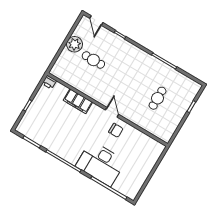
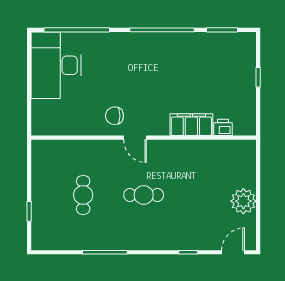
door: (96, 20) -> (233, 252), hinge flipped
cafe table: (93, 60) -> (144, 195), moved
printer: (49, 82) -> (223, 127), moved
desk: (101, 164) -> (56, 65), moved, turned -90

